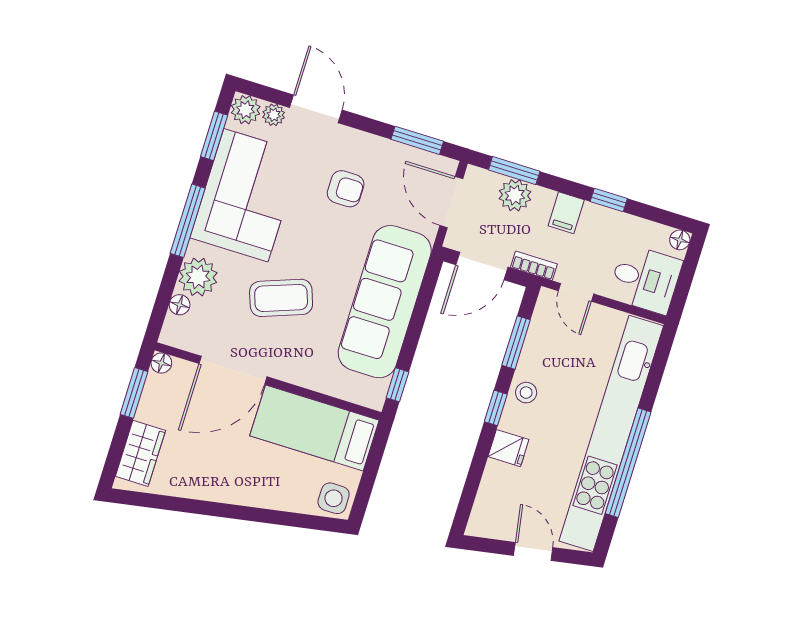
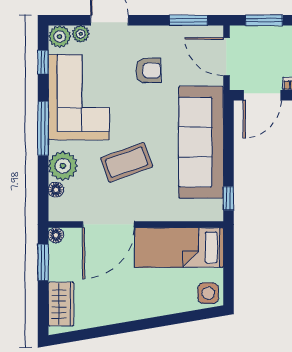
window: (214, 136) -> (43, 62), width x0.67
plant: (515, 195) -> (270, 38), removed

